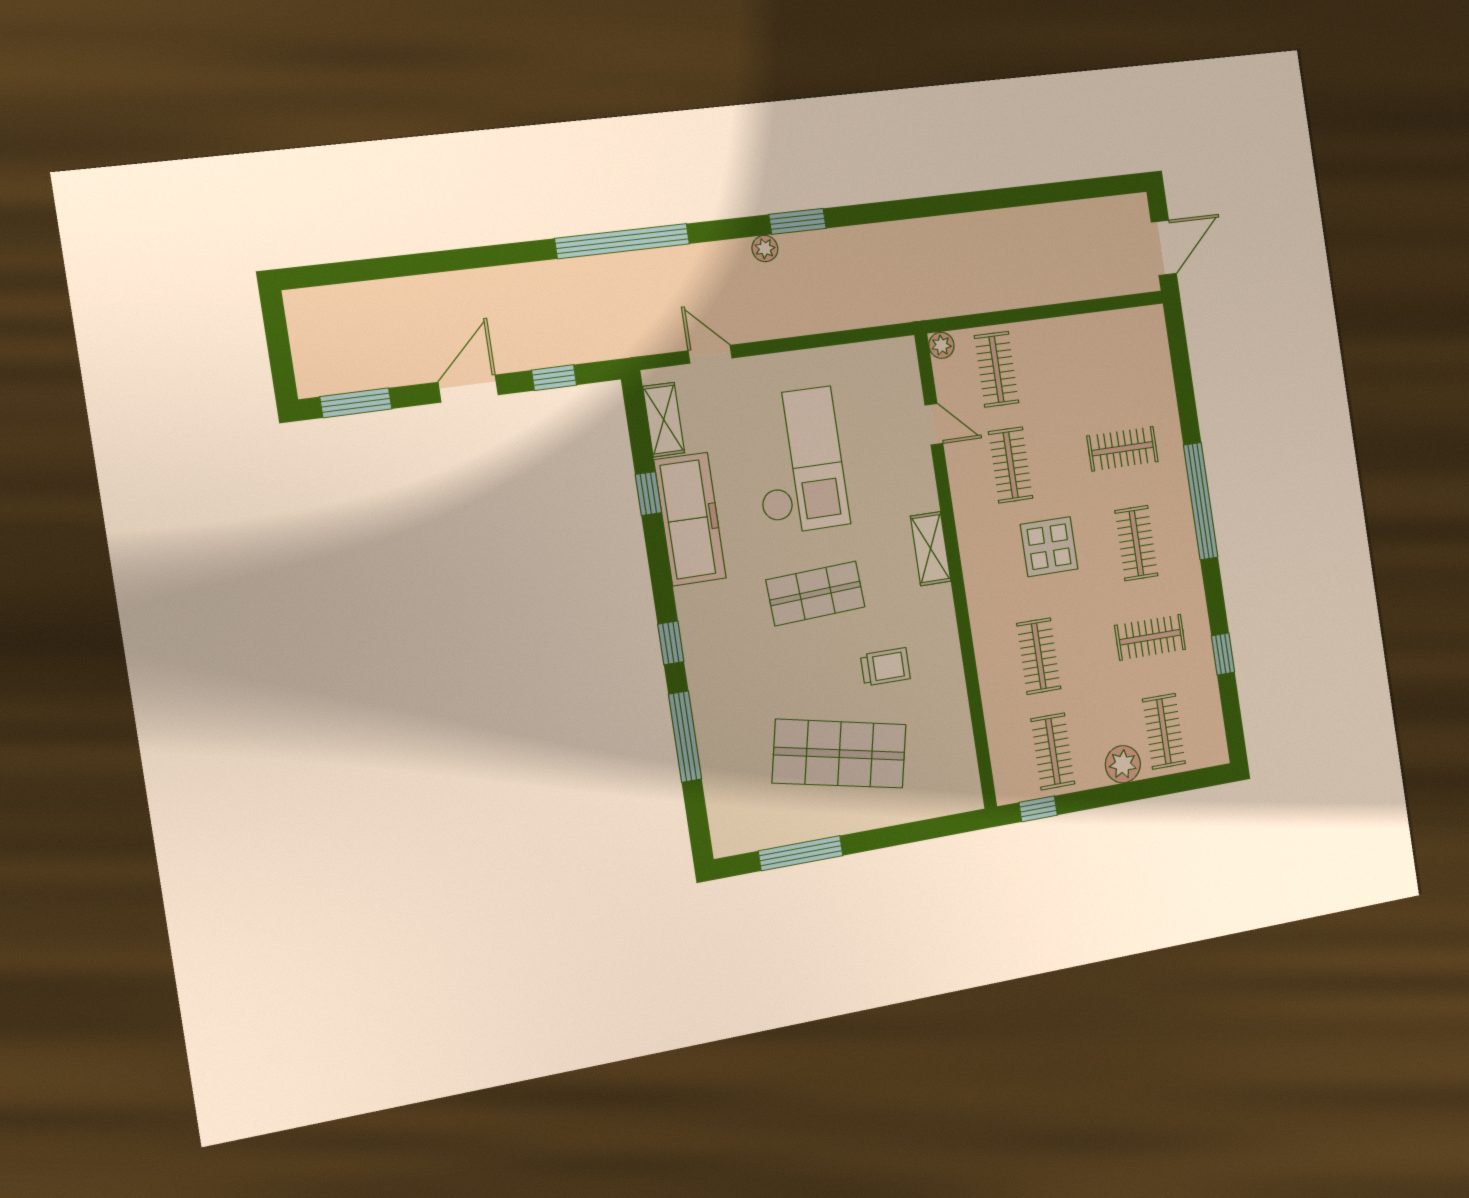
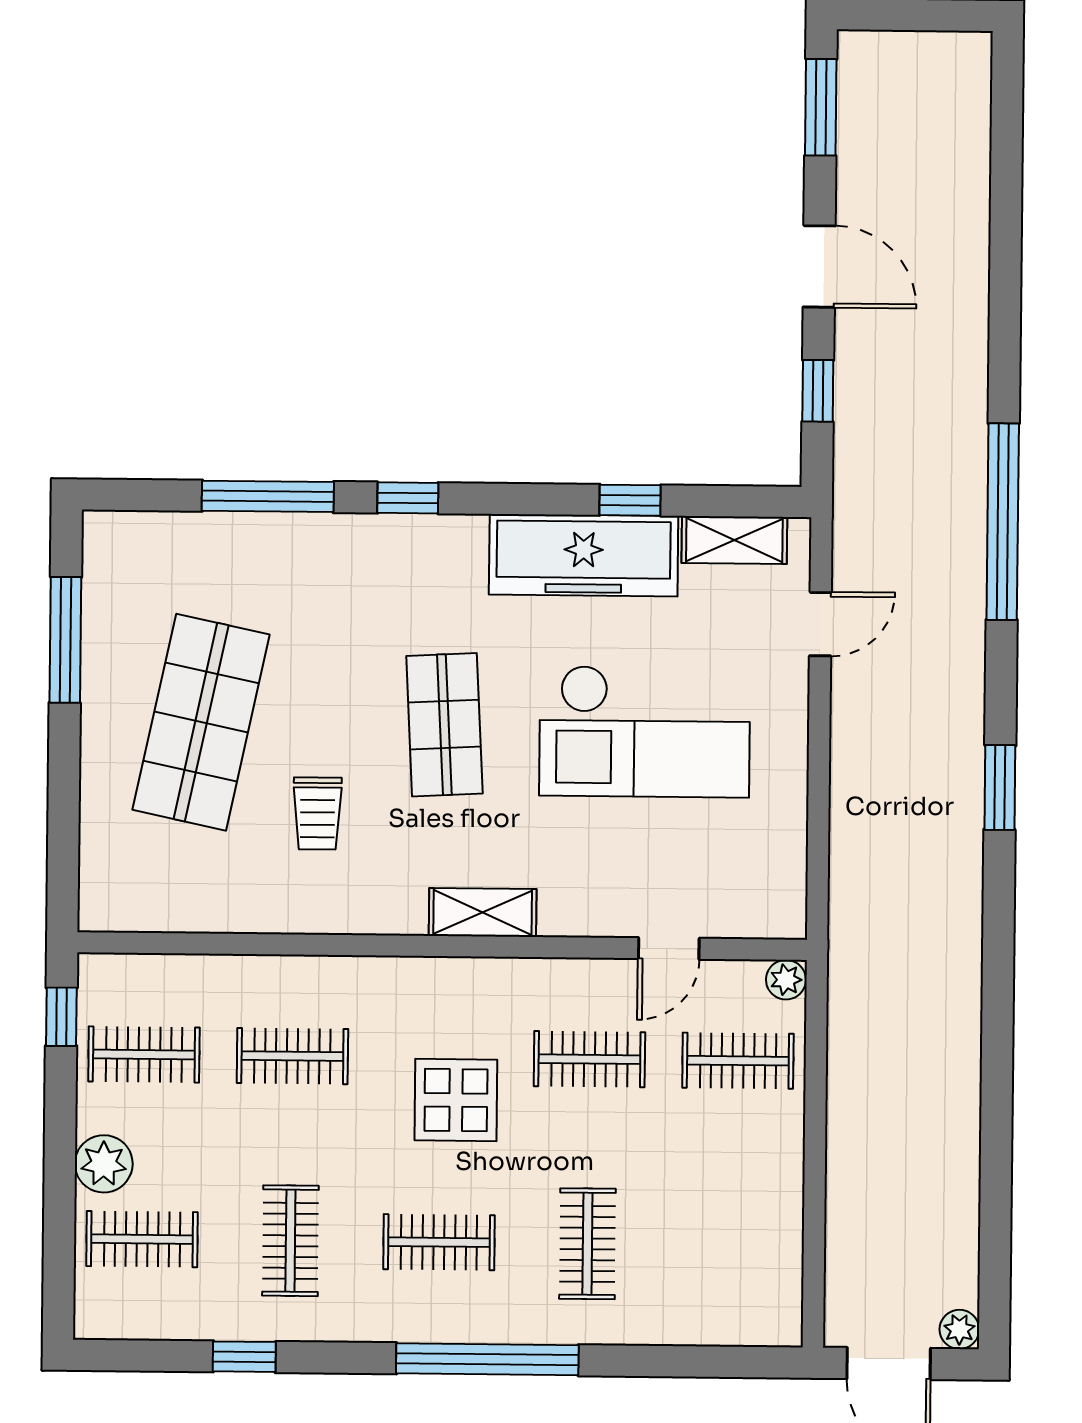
plant: (765, 249) -> (959, 1329), moved

